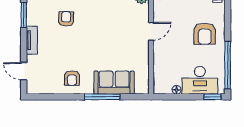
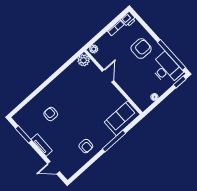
armchair: (205, 34) -> (141, 49), turned -90
desk: (200, 80) -> (166, 69), moved, turned -90
sofa: (114, 83) -> (122, 118), moved

